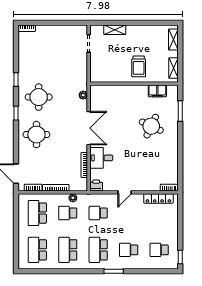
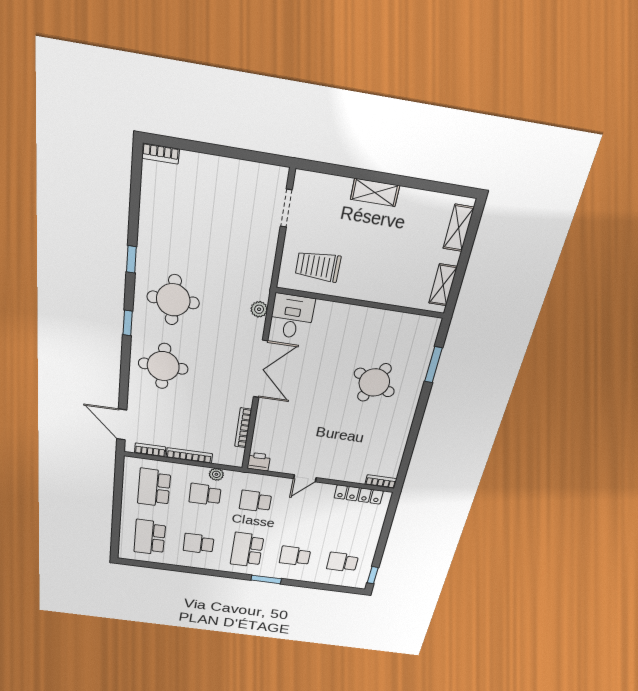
shelving: (115, 30) -> (375, 192), moved
trolley: (139, 66) -> (318, 266), moved, turned 90
filing cabinet: (157, 91) -> (401, 323), removed
desk: (101, 158) -> (292, 316), moved, turned 90
school desk: (68, 250) -> (199, 544), width x0.54

